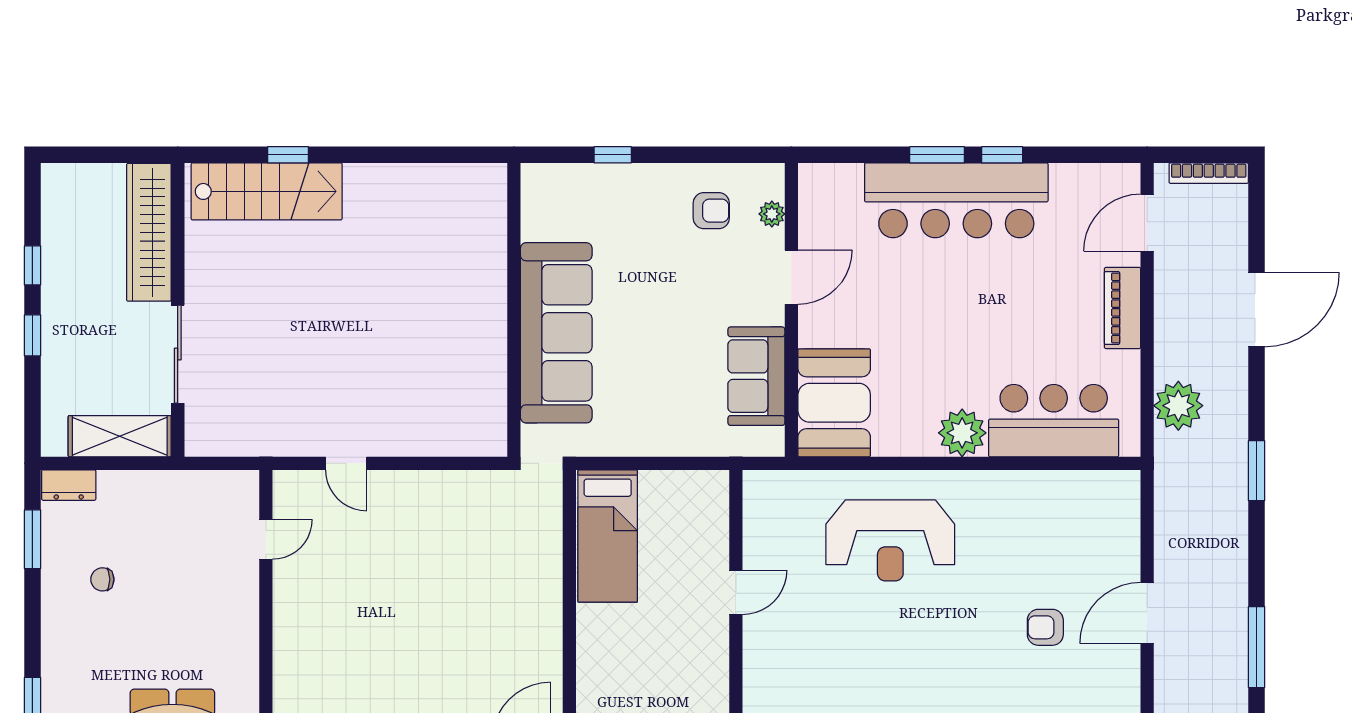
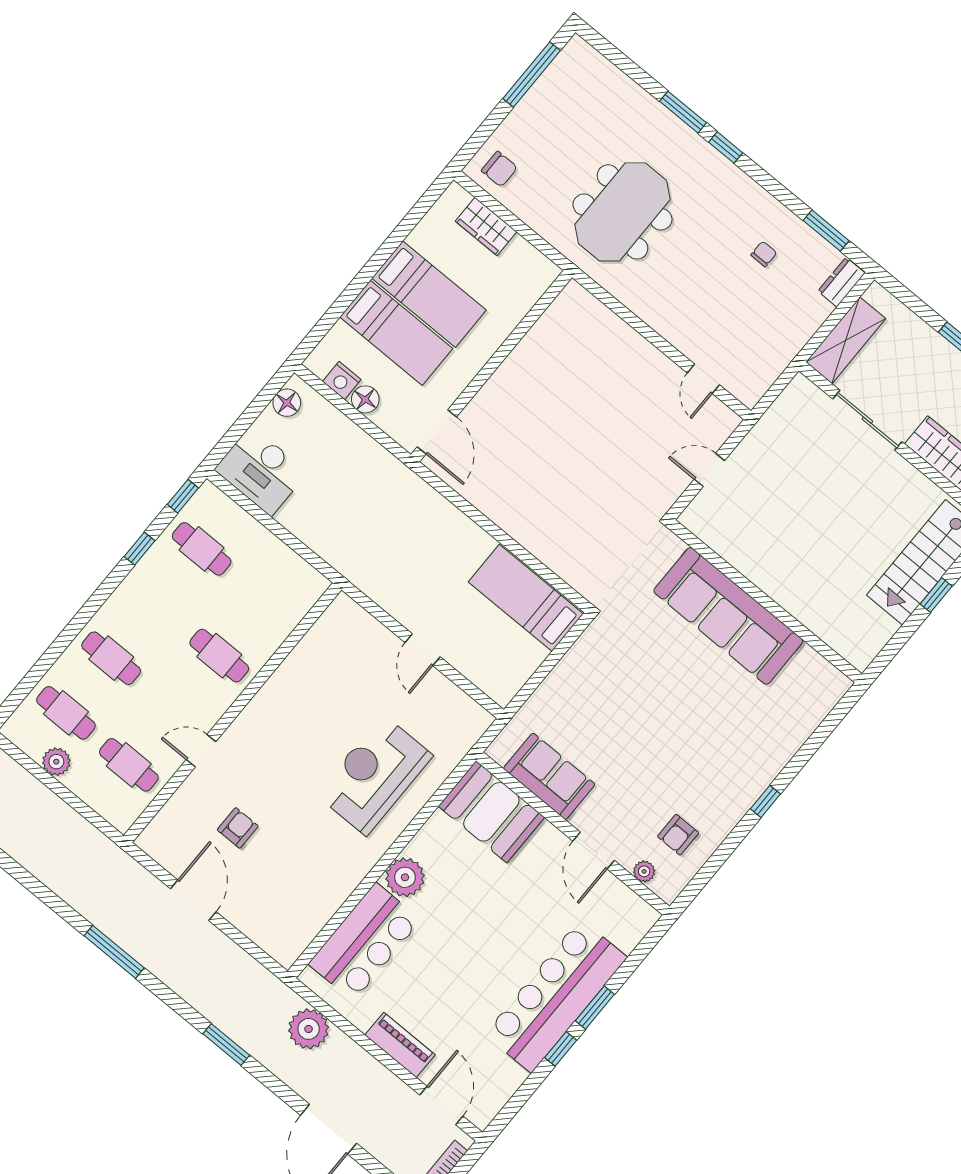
wall: (514, 310) -> (765, 601), moved
sofa: (556, 333) -> (728, 616), moved

